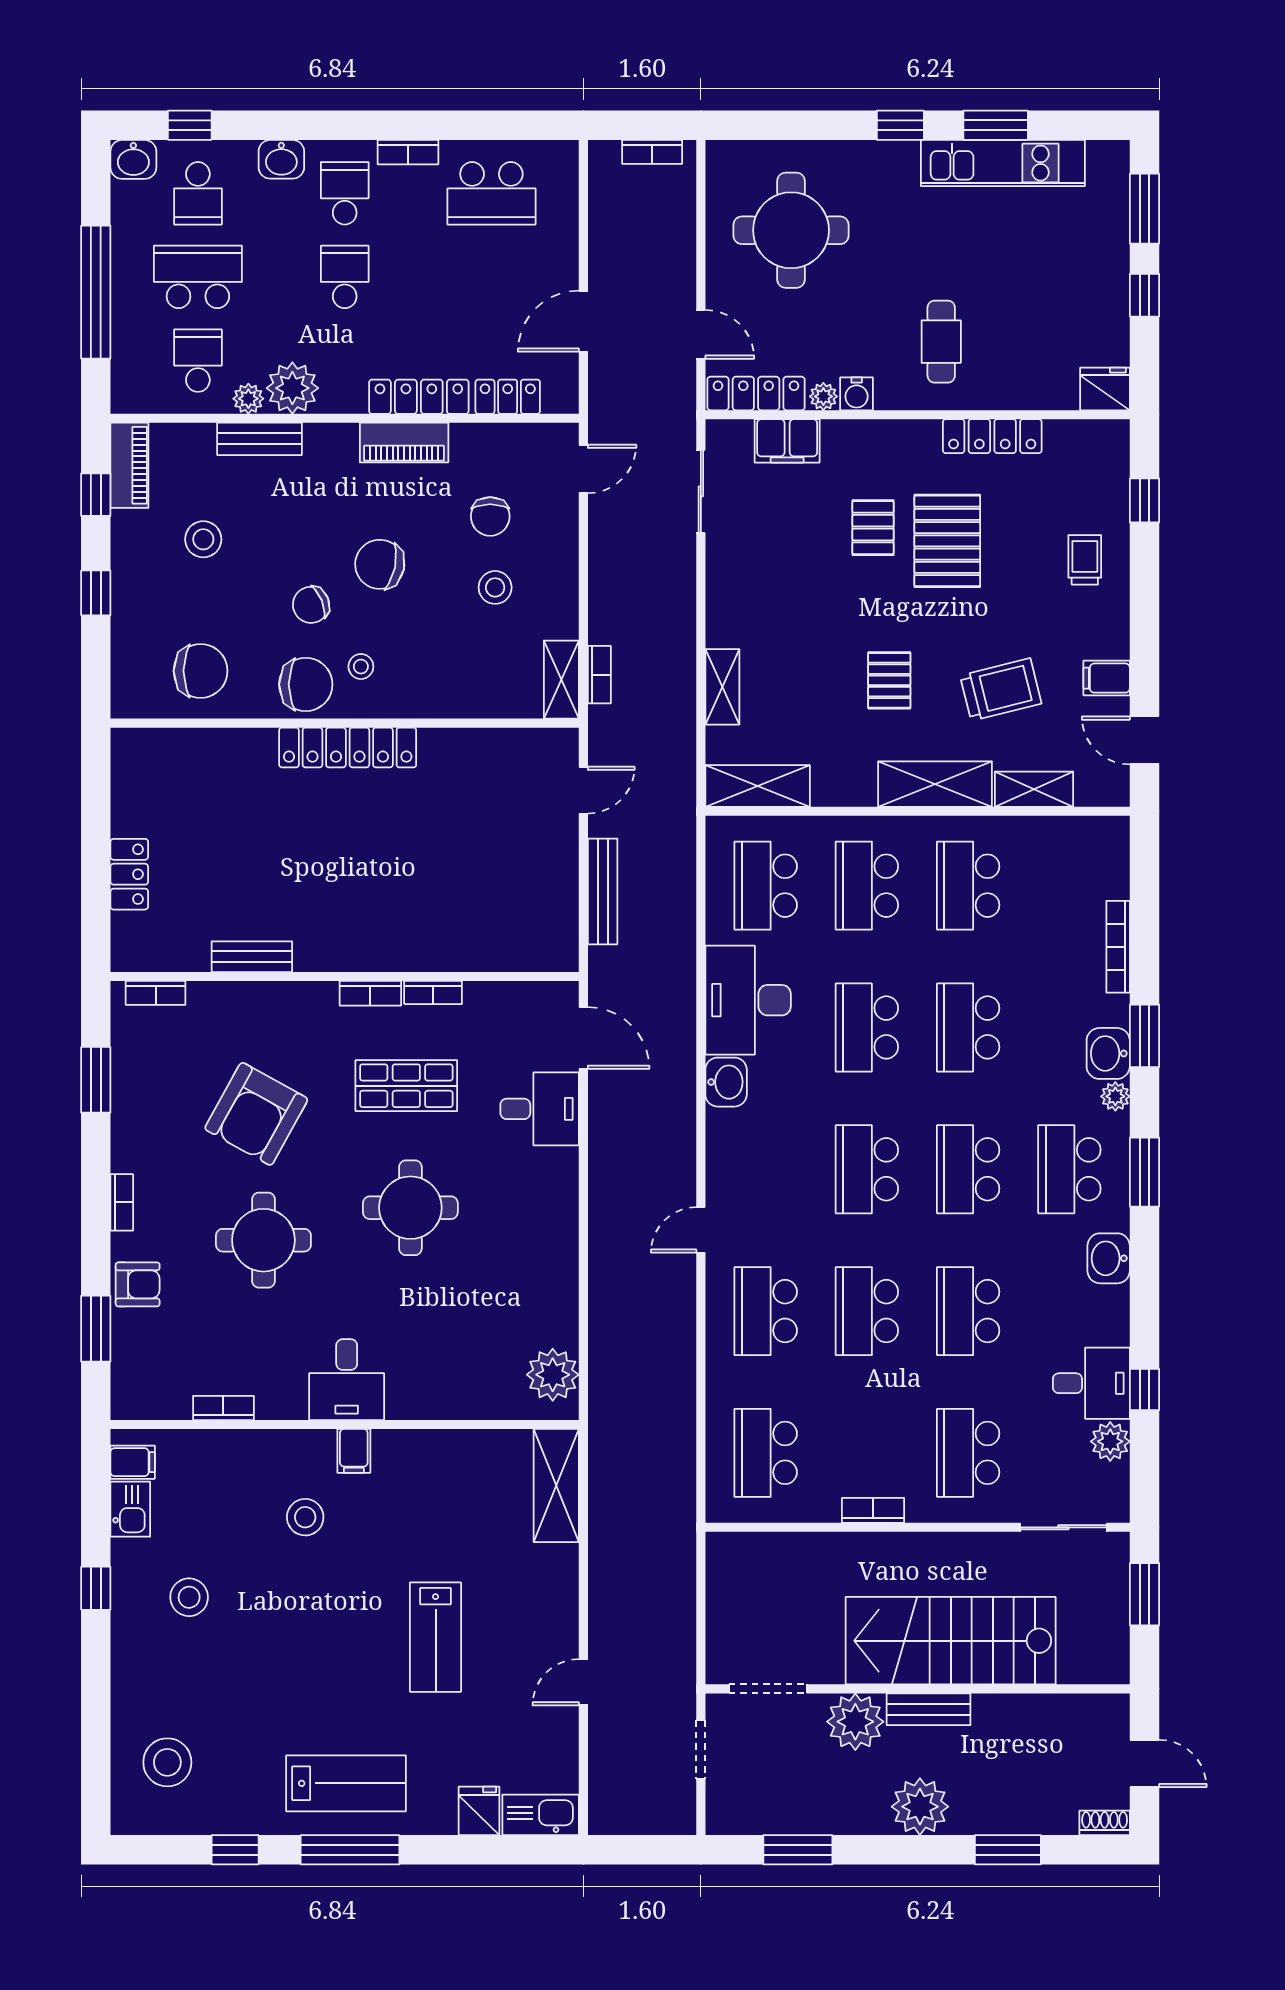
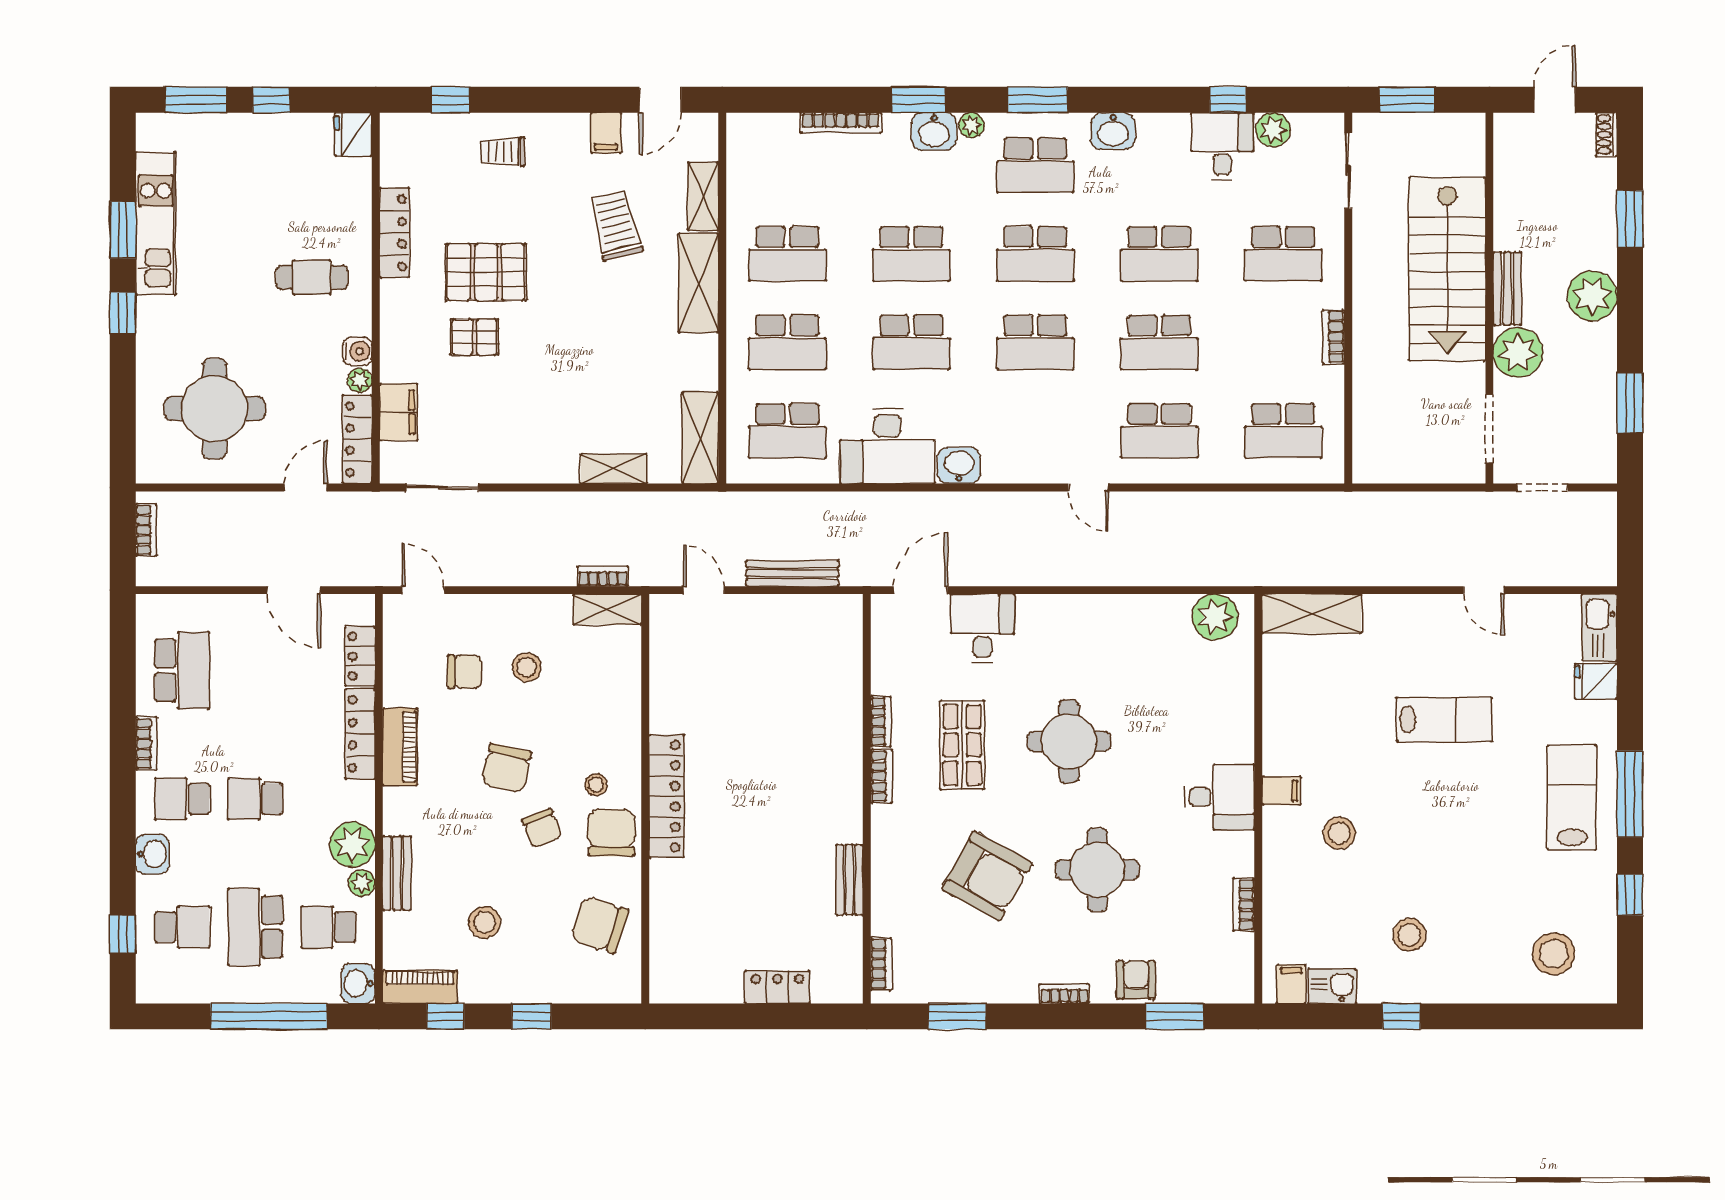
washbasin: (133, 159) -> (358, 983), moved, turned 180
chair: (201, 671) -> (600, 925), turned -72
pallet: (889, 680) -> (608, 323), removed

